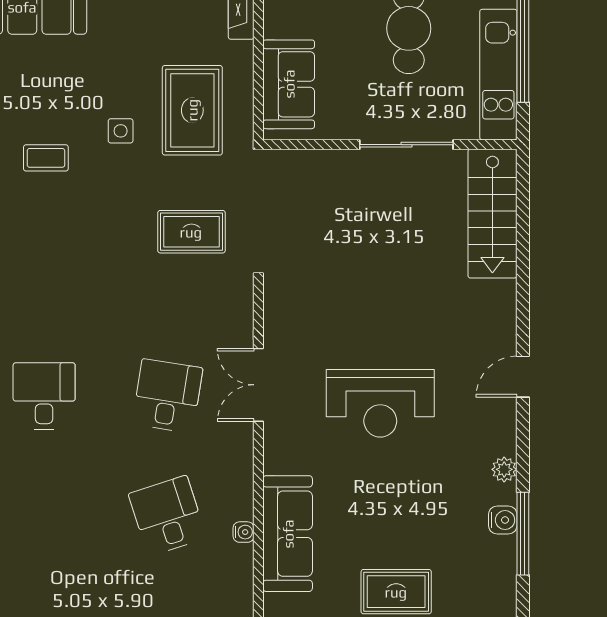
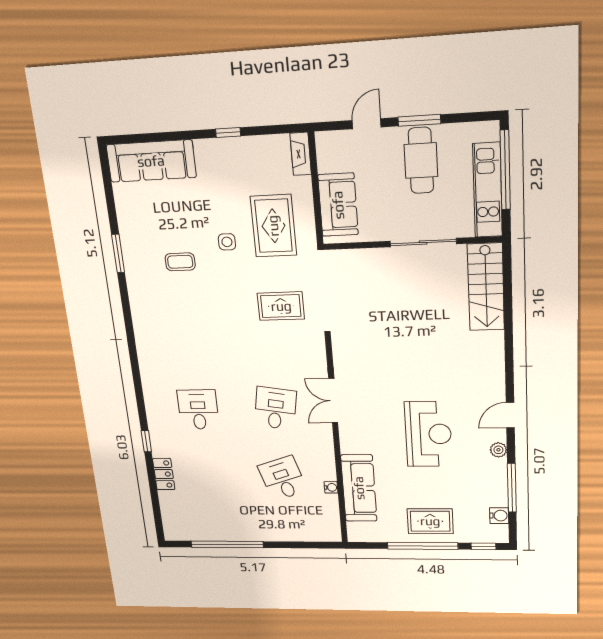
door: (523, 377) -> (510, 415), moved
reception desk: (380, 403) -> (428, 434), moved, turned -90
water cooler: (503, 520) -> (499, 516), moved

